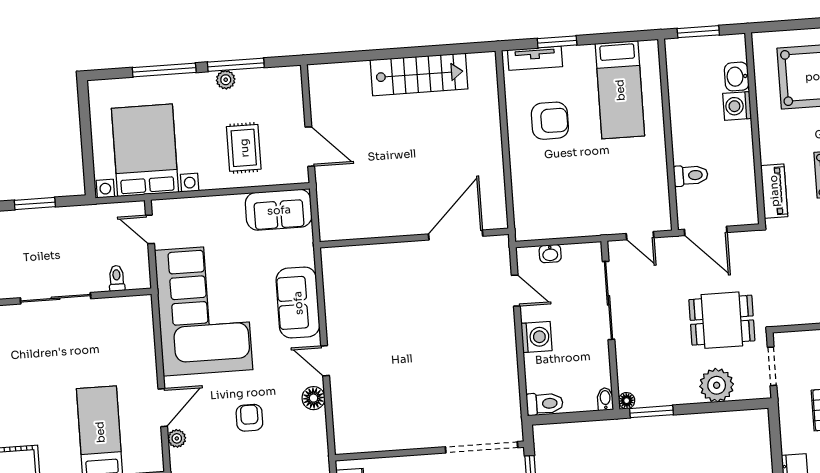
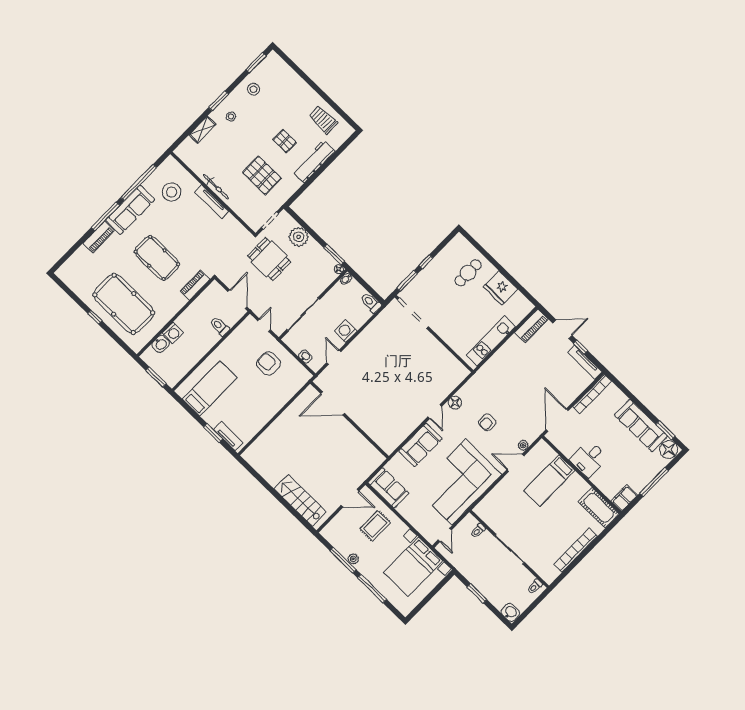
stairs: (419, 74) -> (300, 500), moved
armchair: (550, 121) -> (269, 363), moved
door: (310, 147) -> (350, 498), swing flipped

